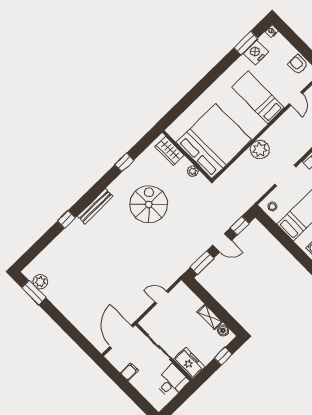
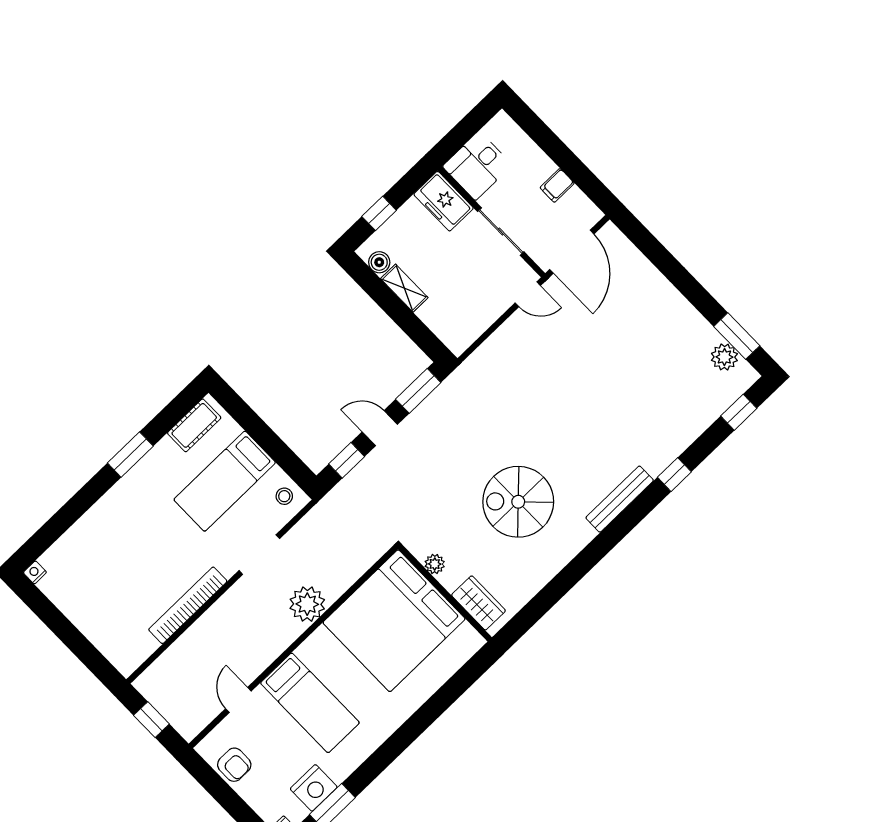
window: (124, 162) -> (739, 412), moved
spiral stairs: (149, 204) -> (518, 502), turned 90
door: (162, 297) -> (528, 294), moved

